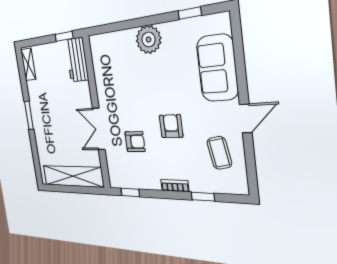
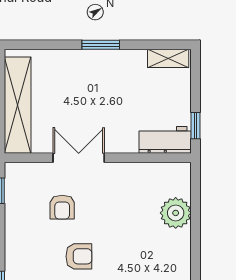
plant: (149, 40) -> (176, 213), moved
bookcase: (175, 186) -> (11, 252), removed

